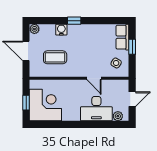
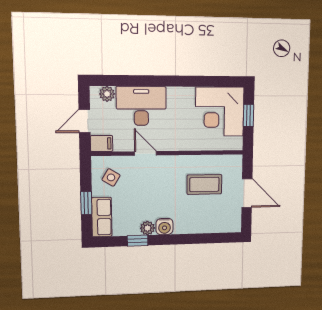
window: (74, 21) -> (138, 241), moved
plant: (34, 29) -> (147, 228), moved
water cooler: (61, 30) -> (165, 227), moved
filing cabinet: (122, 85) -> (102, 143), added

